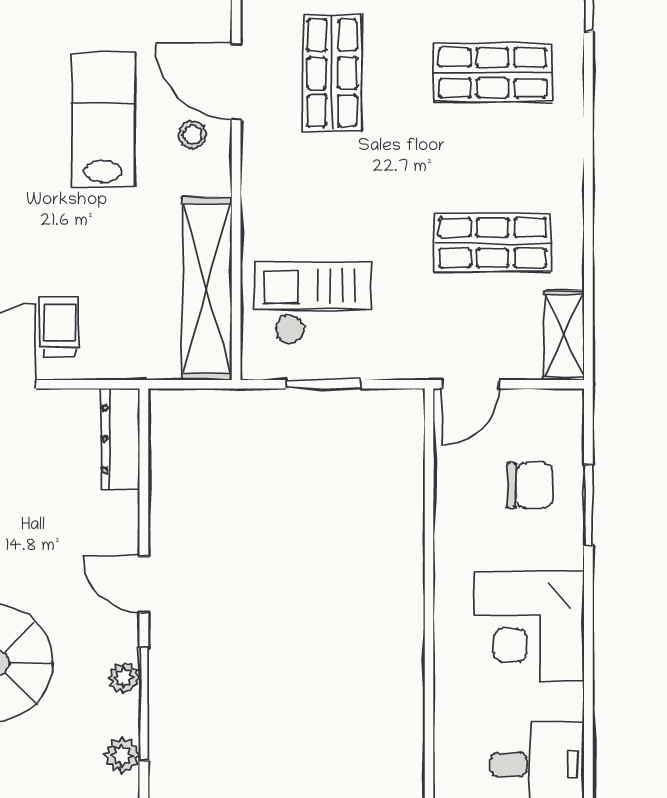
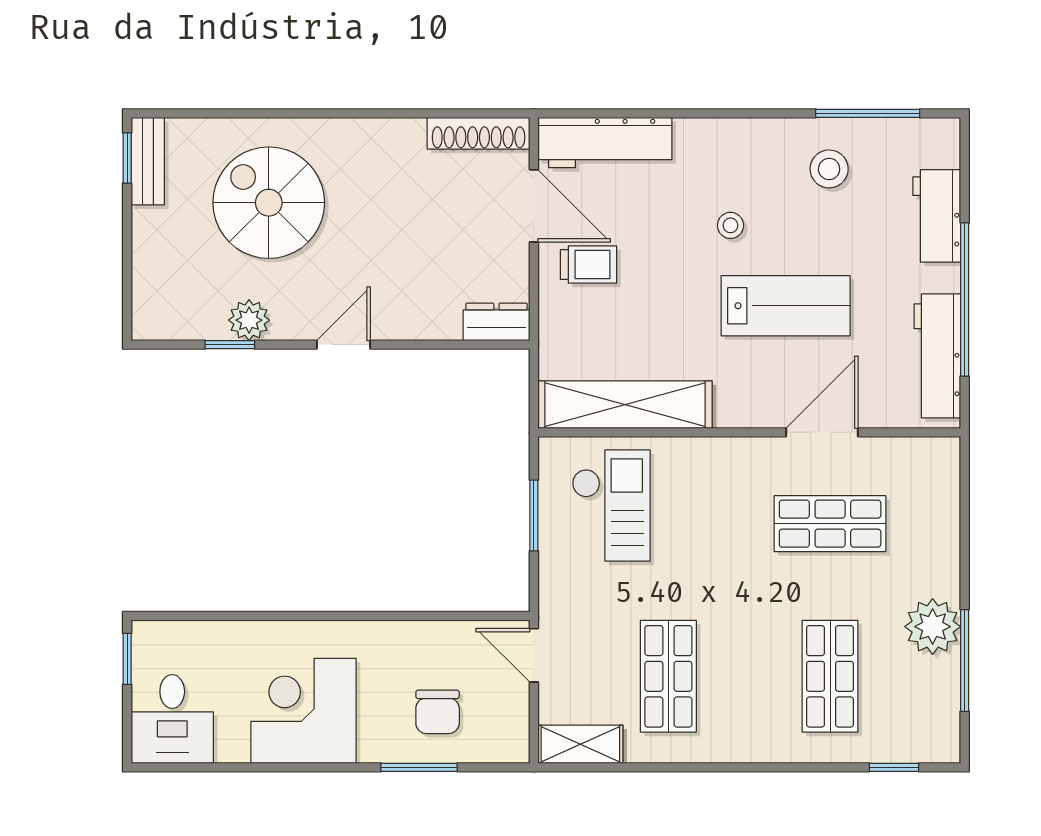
stool: (192, 135) -> (731, 225), moved
dresser: (120, 439) -> (496, 322), width x0.70
plant: (124, 678) -> (249, 320), width x1.38, depth x1.38
window: (144, 704) -> (230, 345), width x0.46
plant: (122, 755) -> (181, 324), removed

